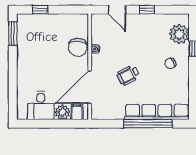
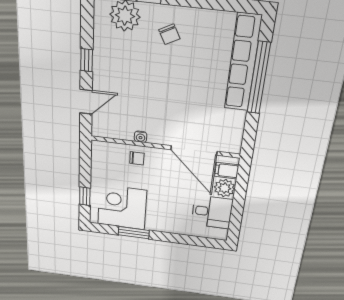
window: (13, 33) -> (134, 233), moved
corner desk: (35, 38) -> (122, 207), added
chair: (78, 47) -> (137, 158), width x0.54, depth x0.54
wheelchair: (128, 75) -> (182, 98), removed

